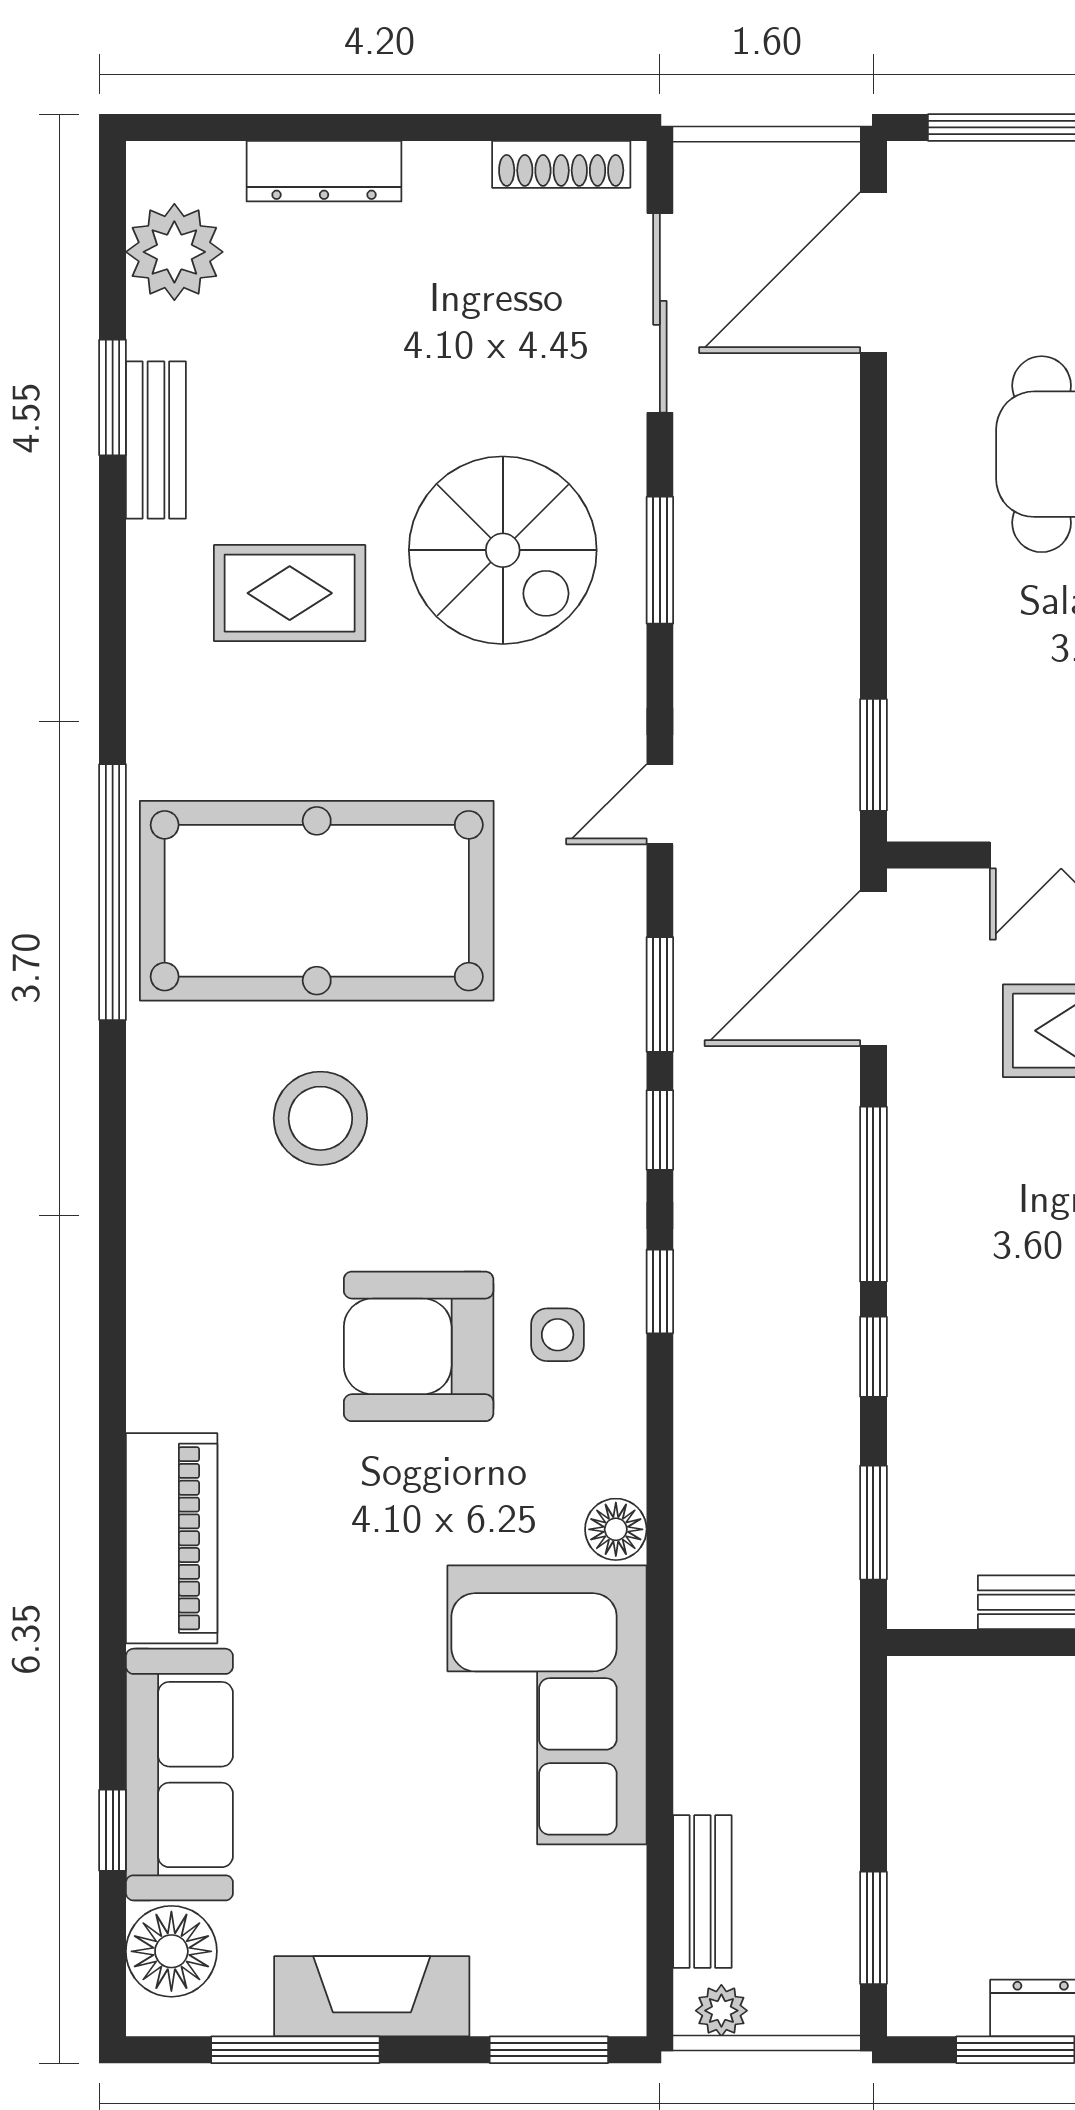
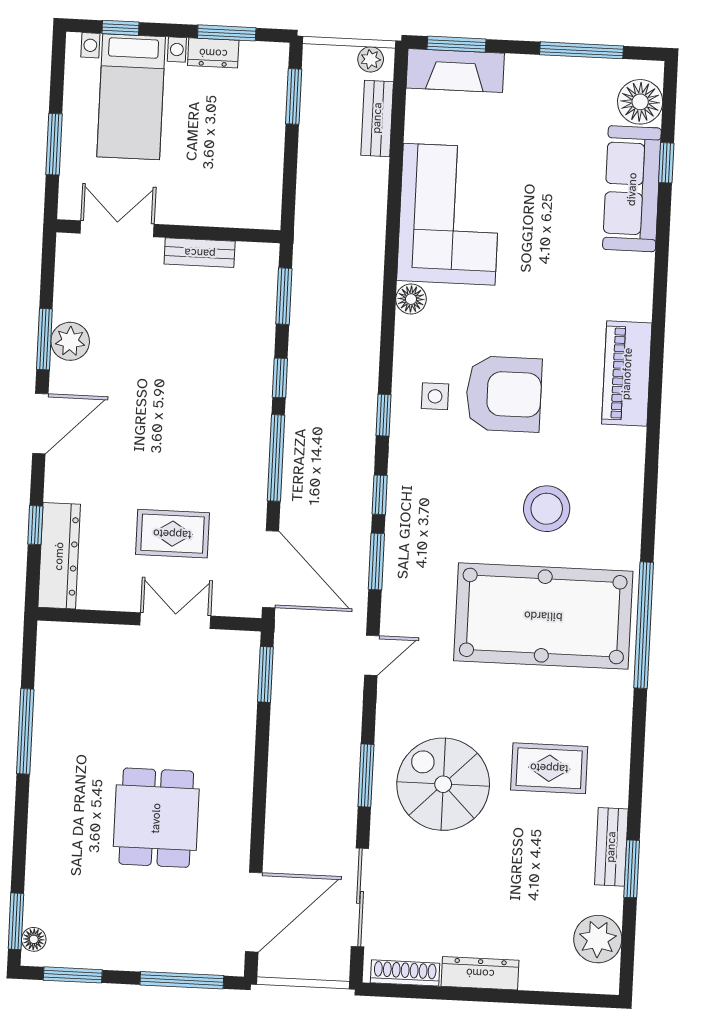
dresser: (324, 171) -> (480, 973), moved
door: (873, 968) -> (271, 569), hinge flipped
piano: (172, 1538) -> (627, 374), moved
fireplace: (372, 1996) -> (455, 71), moved

